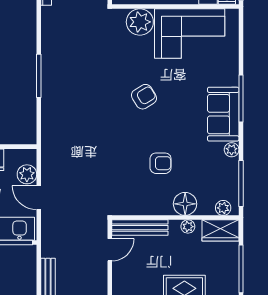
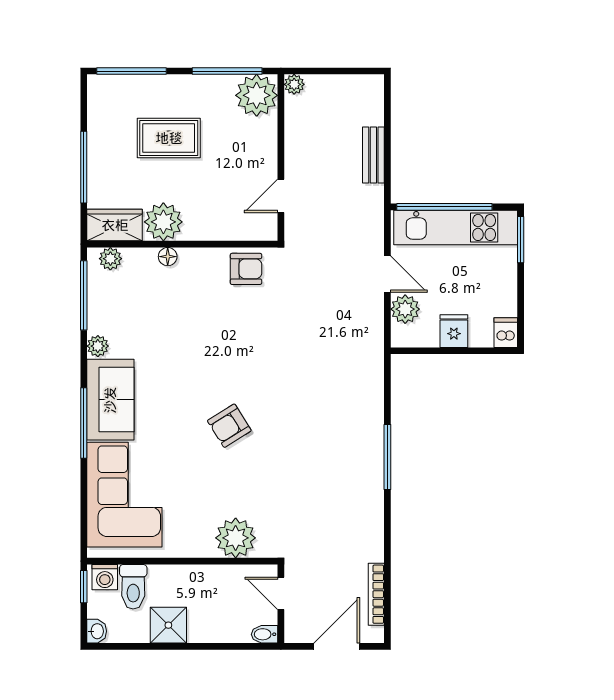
corner sofa: (190, 34) -> (124, 495), moved, turned 90
armchair: (161, 163) -> (246, 269), moved, turned 180
floor lamp: (185, 204) -> (168, 257), width x0.53, depth x0.53
plant: (188, 227) -> (163, 222), width x1.88, depth x1.88
bench: (140, 228) -> (235, 229), removed

